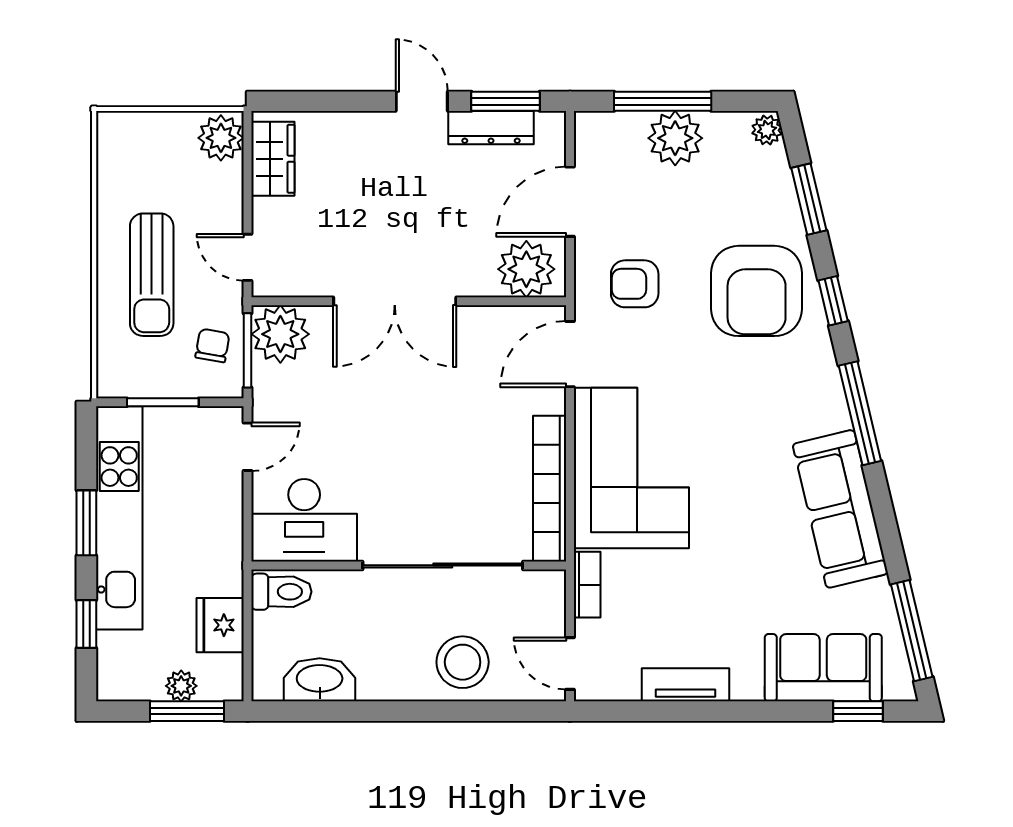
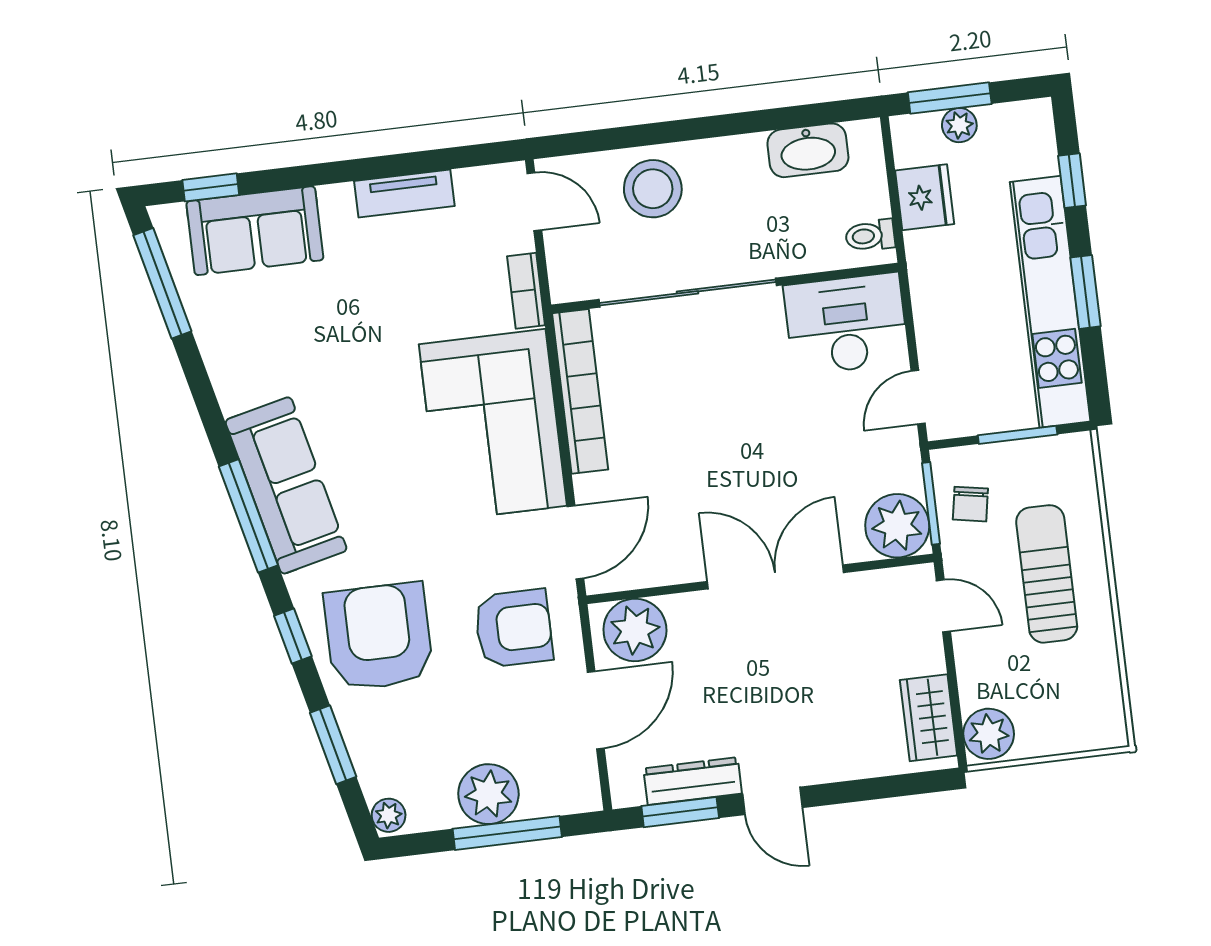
armchair: (635, 284) -> (514, 628), width x1.38, depth x1.38
sofa: (840, 509) -> (286, 485), moved
toilet: (281, 592) -> (870, 236), width x0.73, depth x0.72

